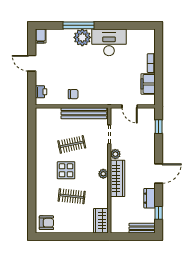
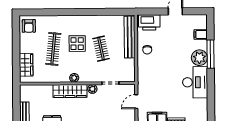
filing cabinet: (41, 36) -> (201, 34), moved
printer: (41, 92) -> (149, 22), width x1.87, depth x1.48
bench: (84, 113) -> (130, 37), moved
clothes rail: (72, 196) -> (53, 49), width x1.36
wardrobe: (101, 221) -> (26, 65), moved, turned 90

